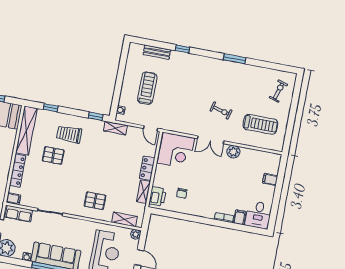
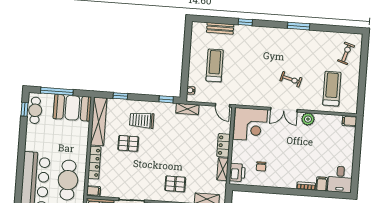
treadmill: (260, 124) -> (332, 89), turned -90
filing cabinet: (270, 179) -> (349, 121), moved

